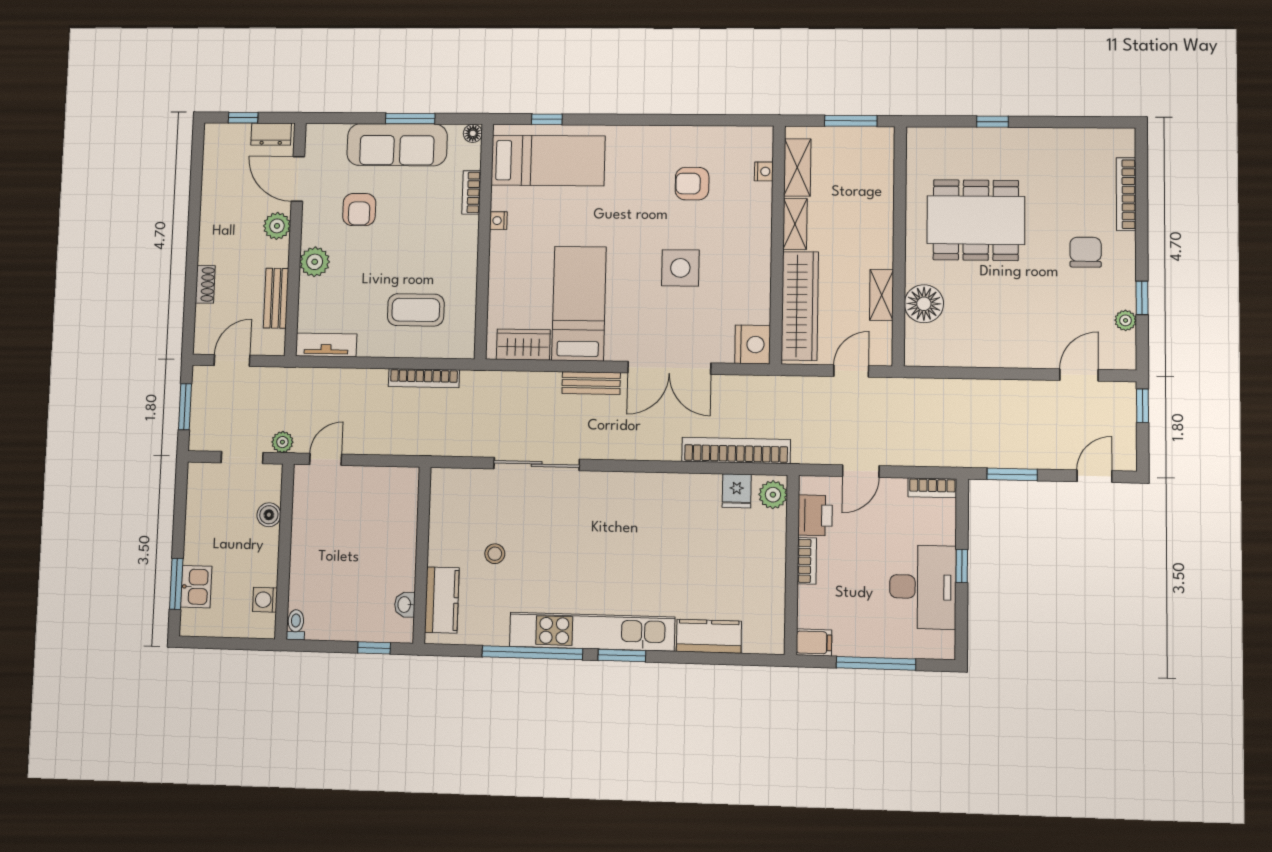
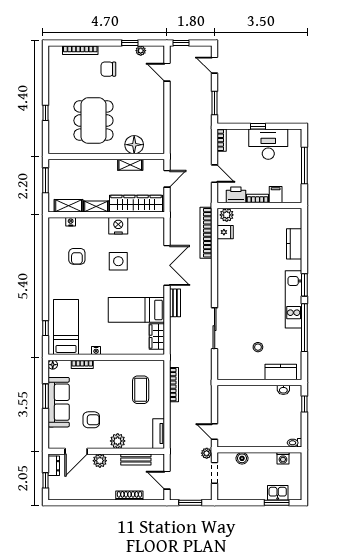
shoe rack: (205, 284) -> (129, 495), width x1.43
nightstand: (753, 344) -> (118, 226), moved
door: (851, 371) -> (167, 179), swing flipped
kitchen unit: (592, 632) -> (294, 299), width x0.73
filing cabinet: (814, 642) -> (276, 195), moved

